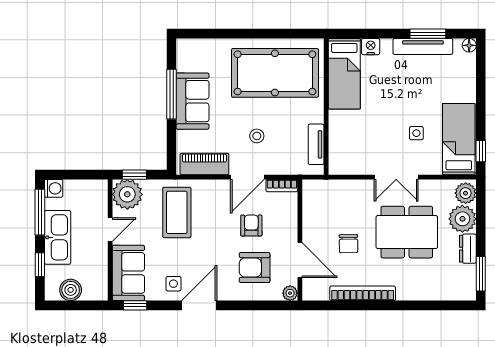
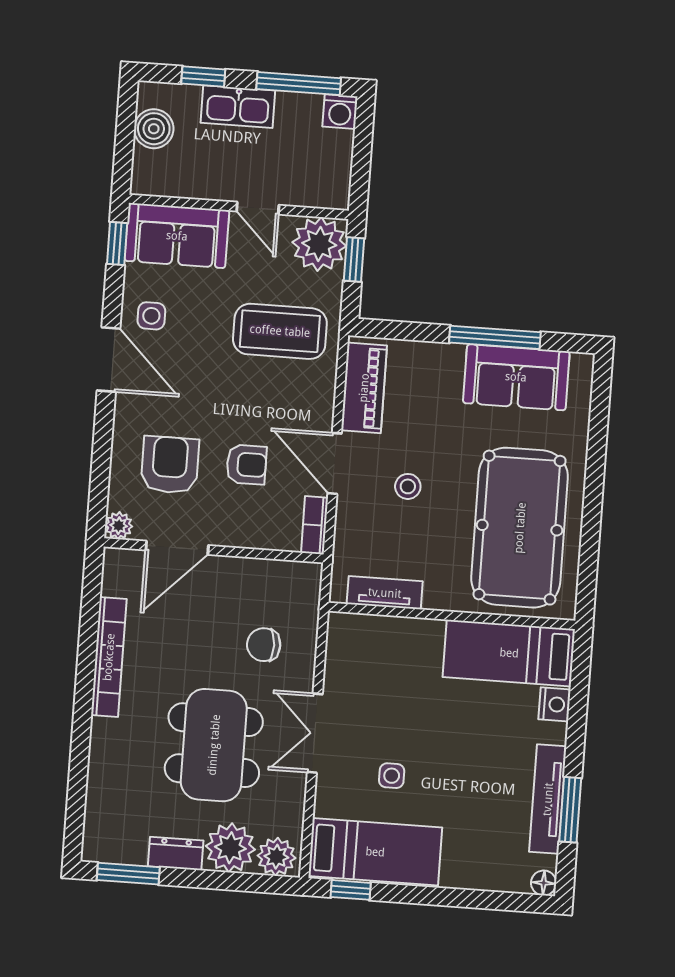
sofa: (193, 101) -> (516, 377), moved
kitchen sink: (58, 237) -> (238, 107), width x0.73, depth x0.81
chair: (349, 244) -> (264, 645), moved

